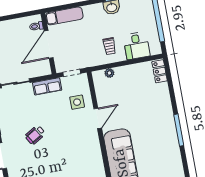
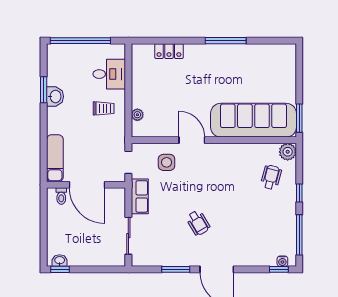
locker: (160, 71) -> (169, 51), moved

